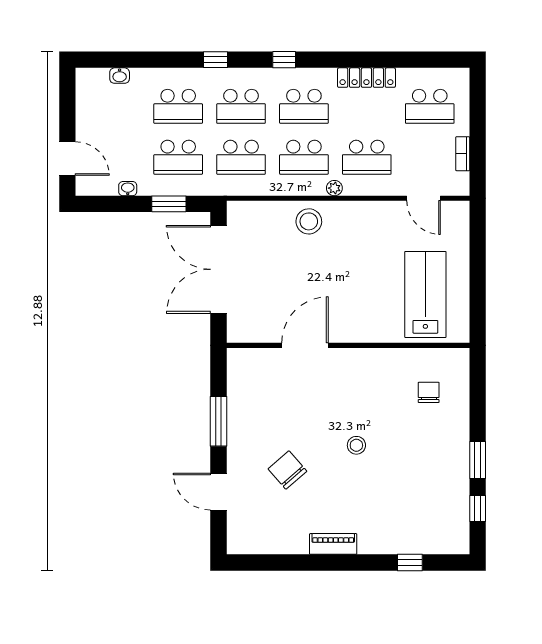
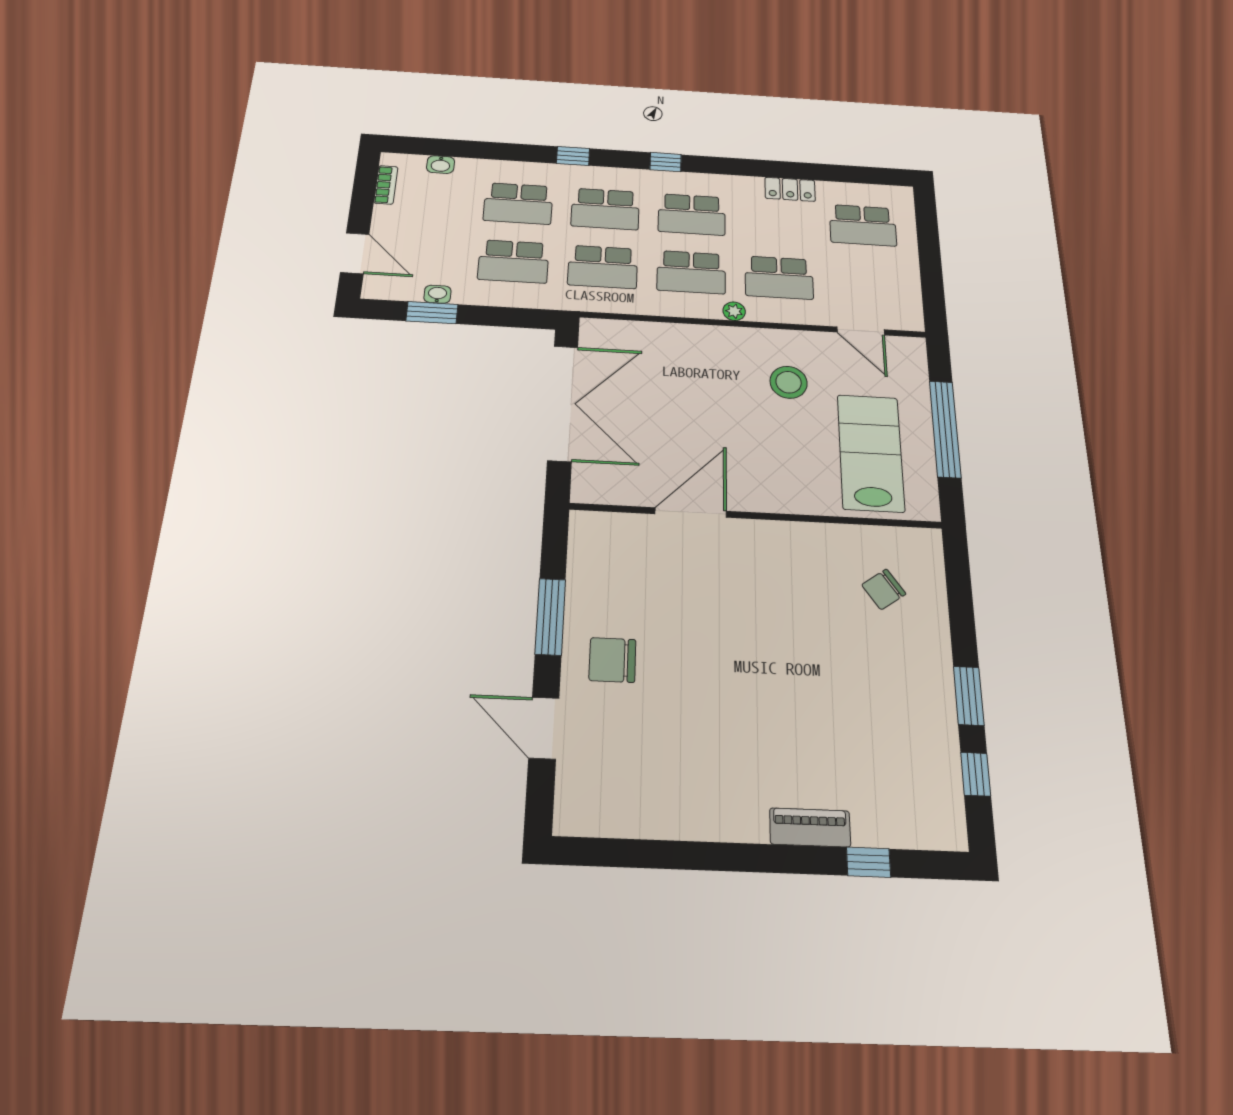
locker: (366, 78) -> (790, 189), width x0.66
bookcase: (463, 154) -> (386, 185), moved, turned 180
window: (169, 204) -> (432, 313), moved
stool: (309, 221) -> (789, 382), moved
double door: (218, 269) -> (563, 403), swing flipped
window: (478, 273) -> (945, 429), added
chair: (429, 392) -> (884, 589), turned -125
stool: (356, 445) -> (773, 664), removed
chair: (287, 470) -> (612, 660), moved, turned -49
piano: (333, 544) -> (810, 827), moved

